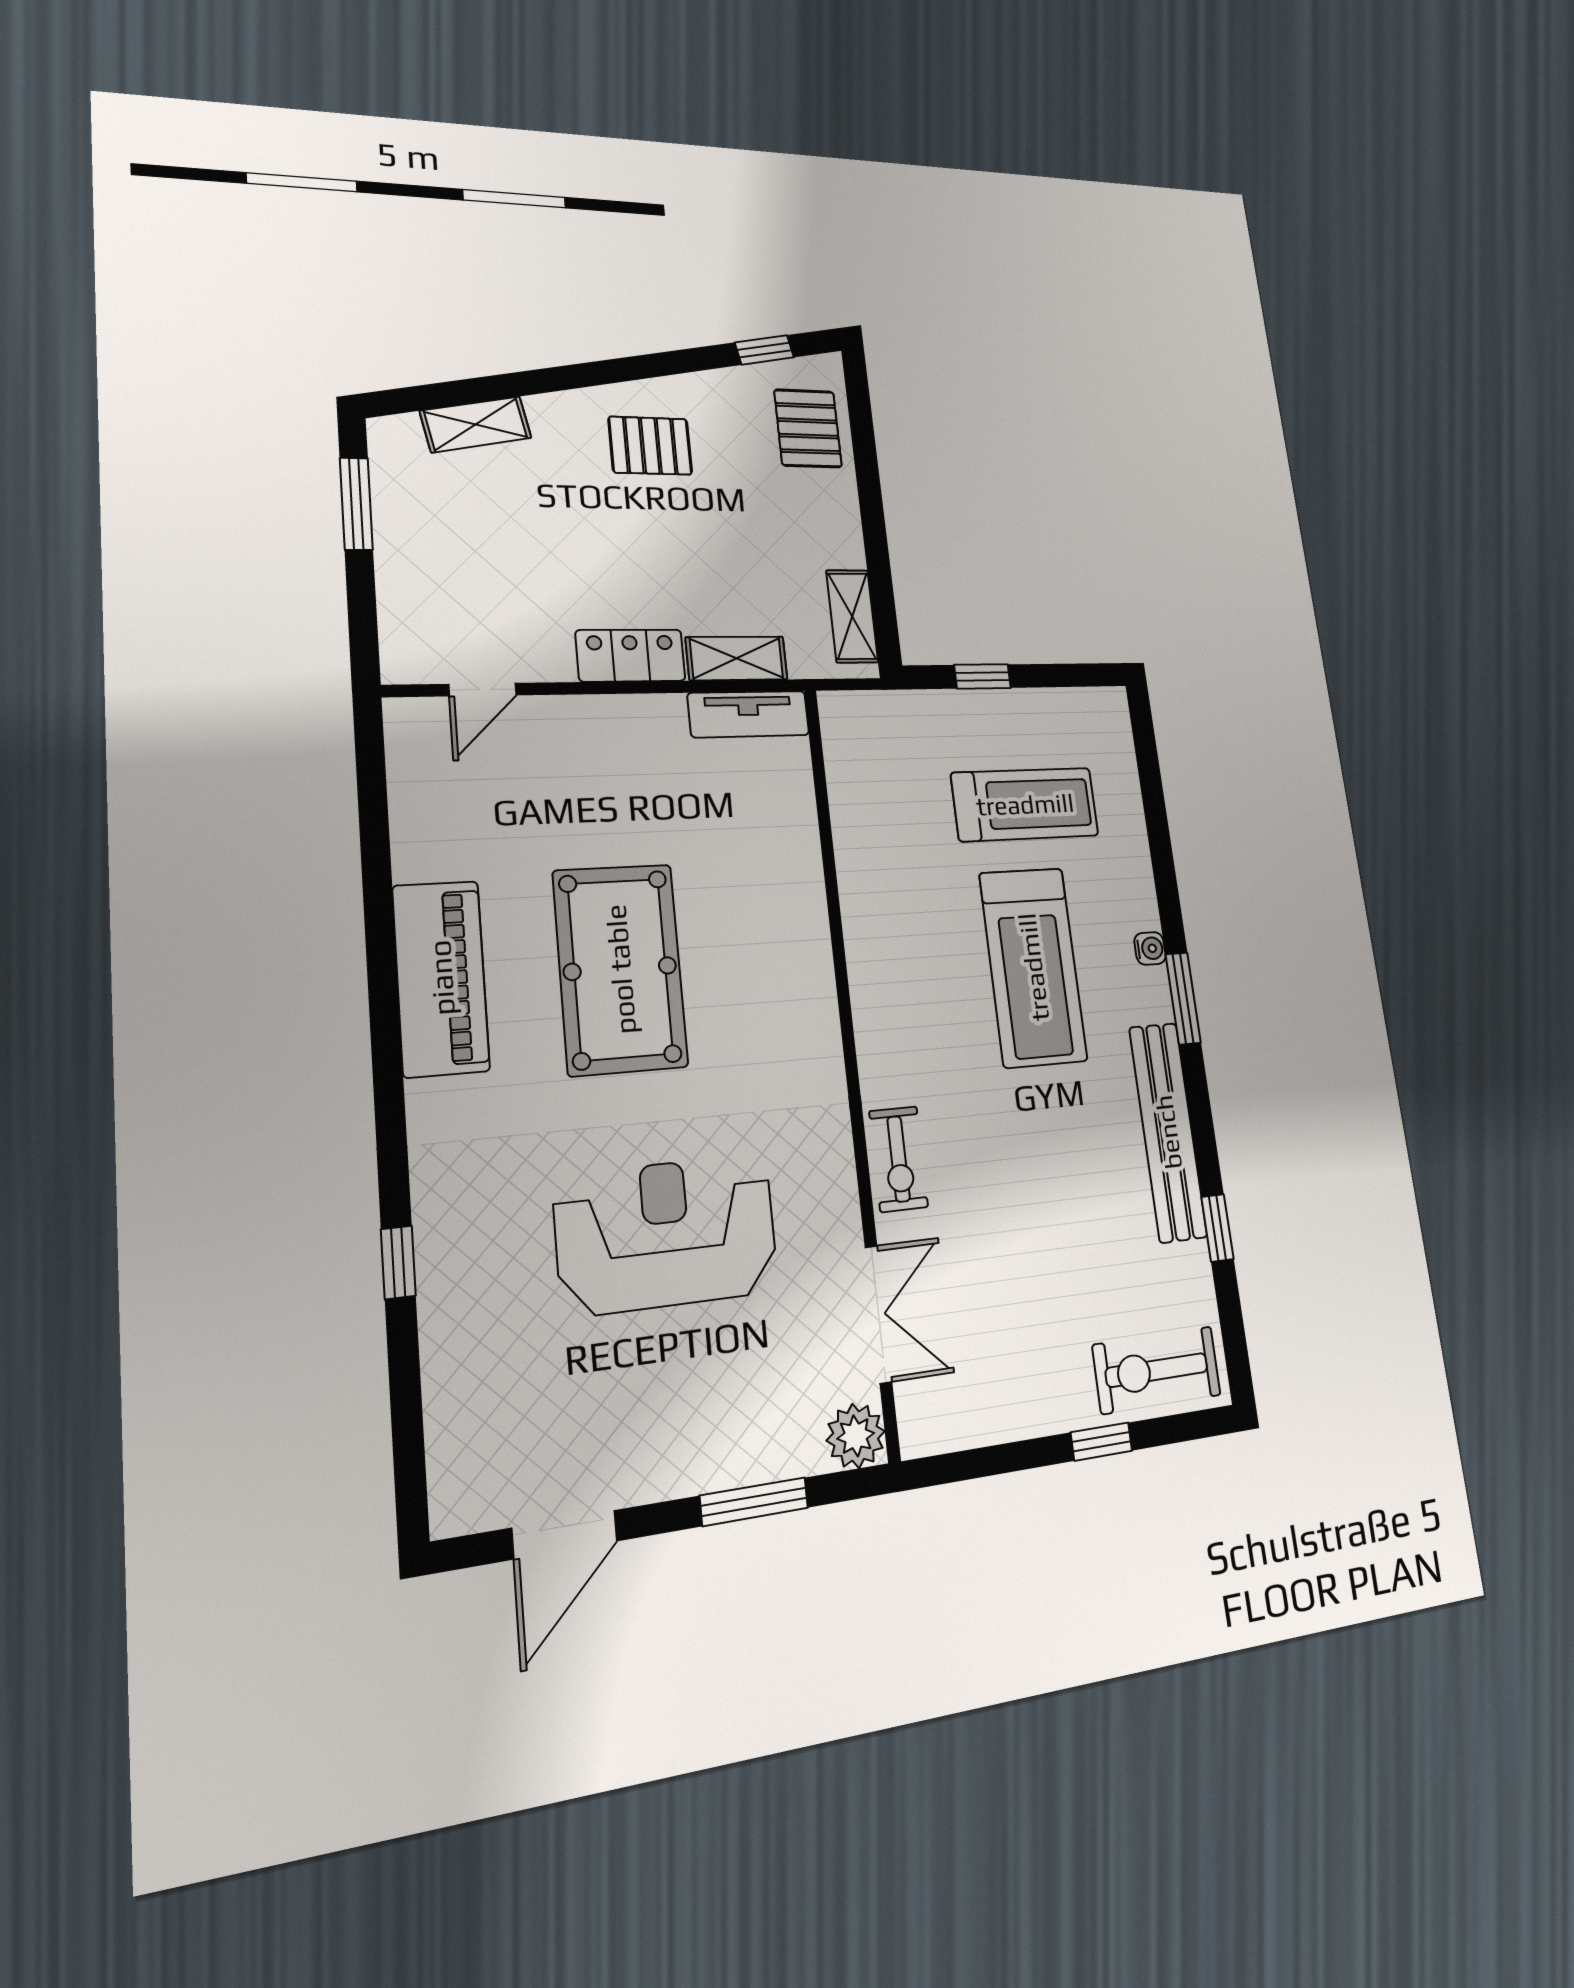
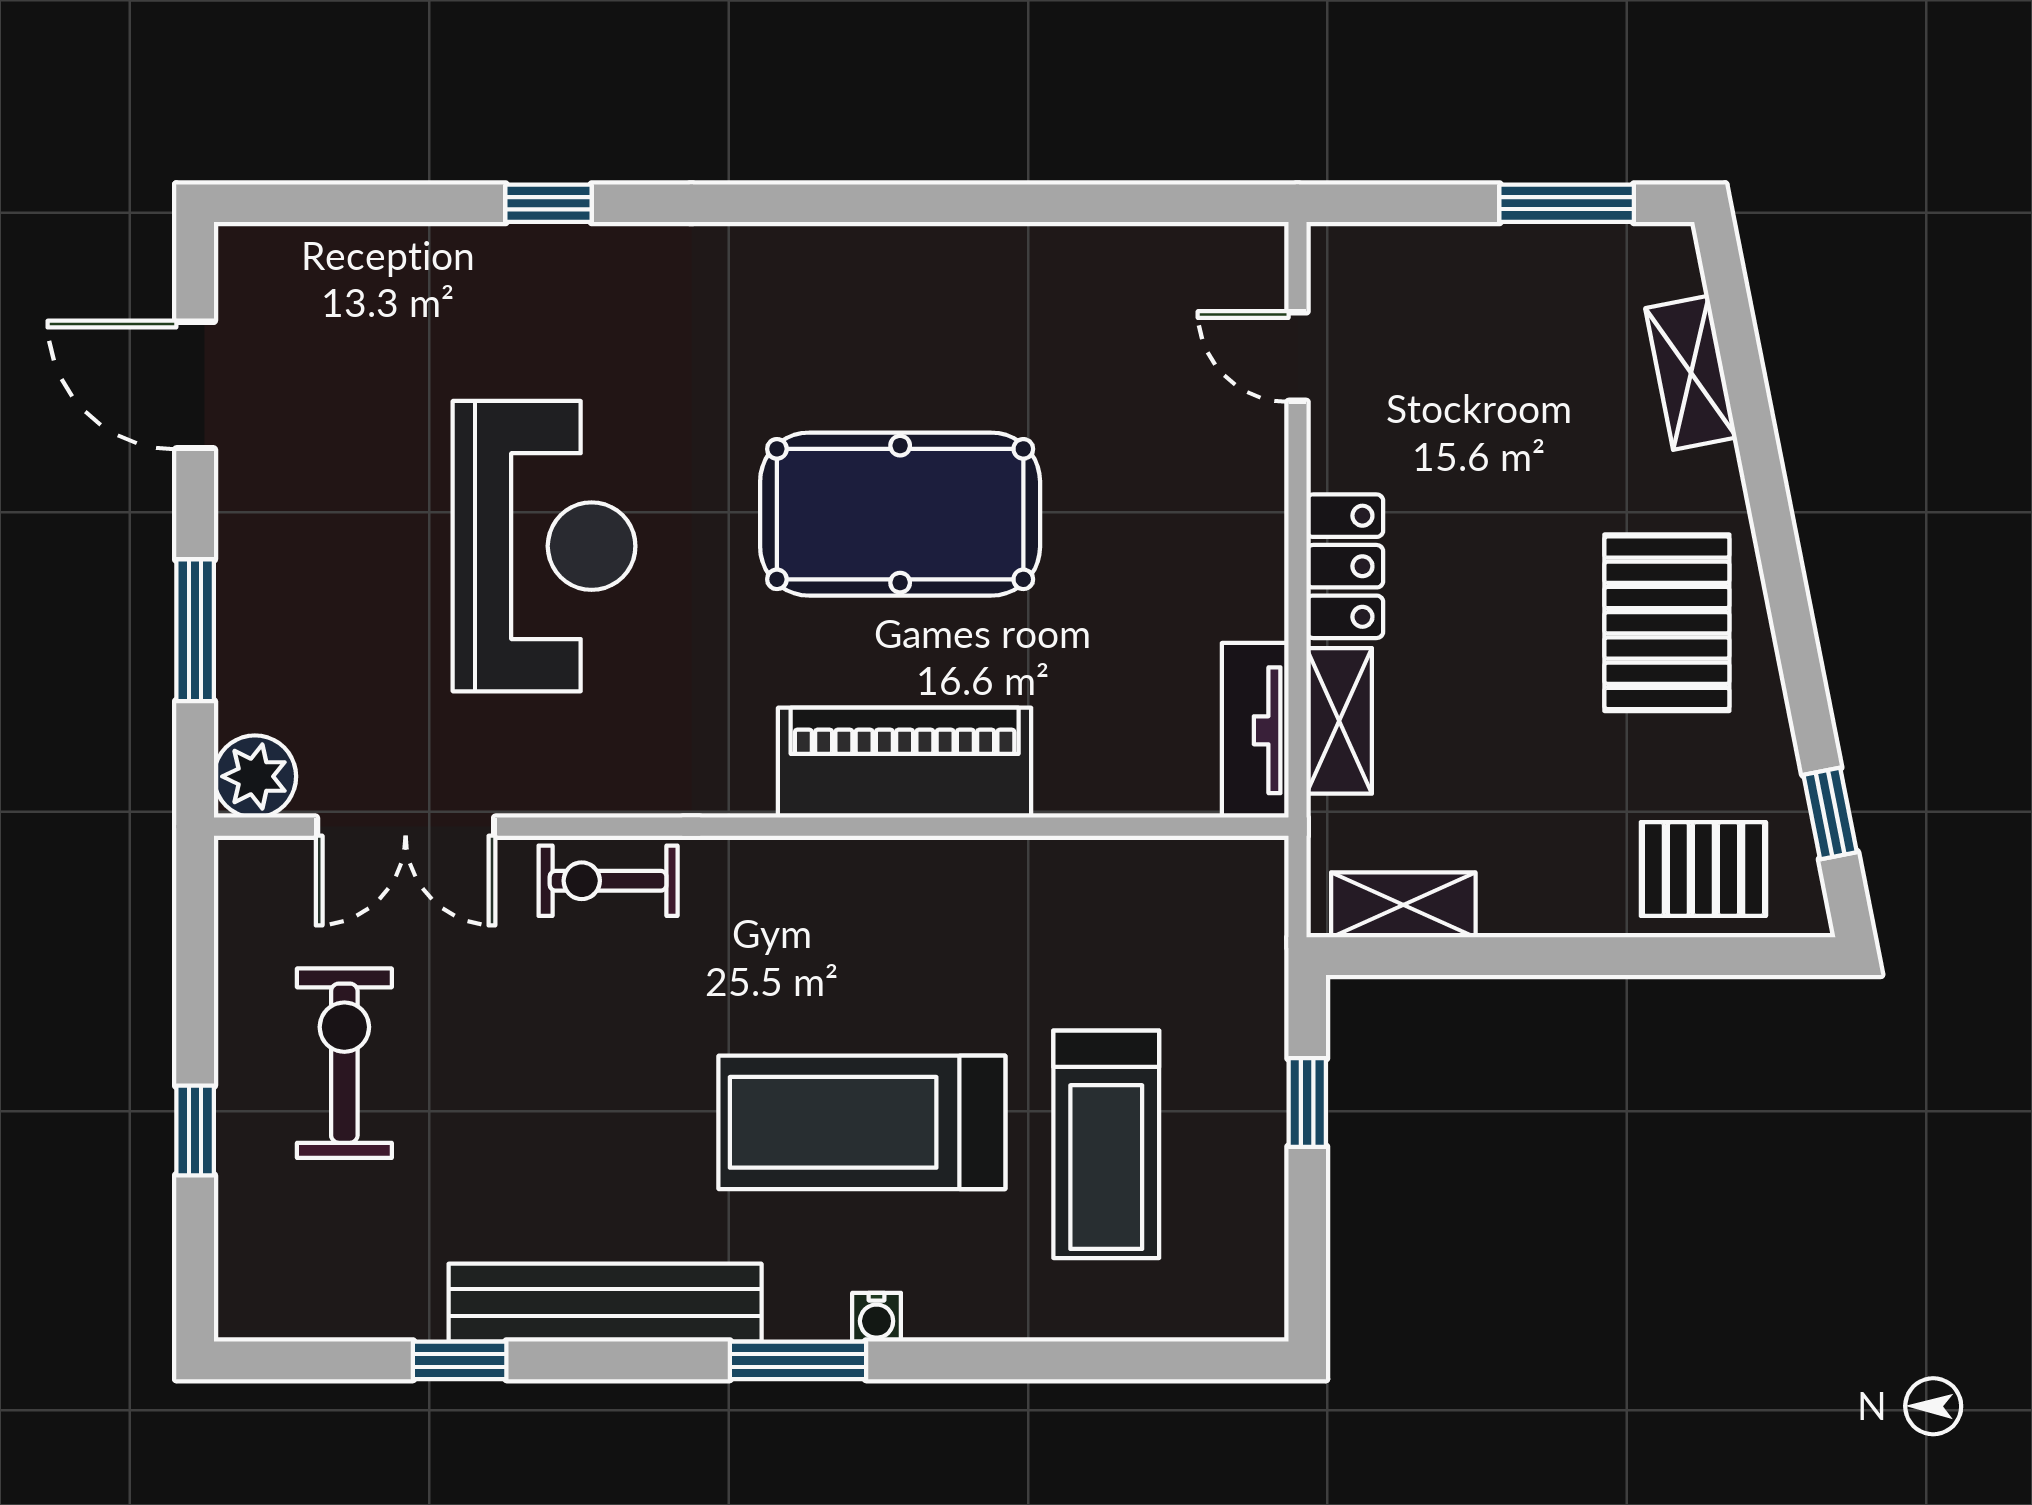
pallet: (650, 446) -> (1667, 623), width x1.50, depth x1.42
piano: (441, 978) -> (905, 763), moved, turned 180
exercise bike: (1157, 1370) -> (344, 1063), moved

